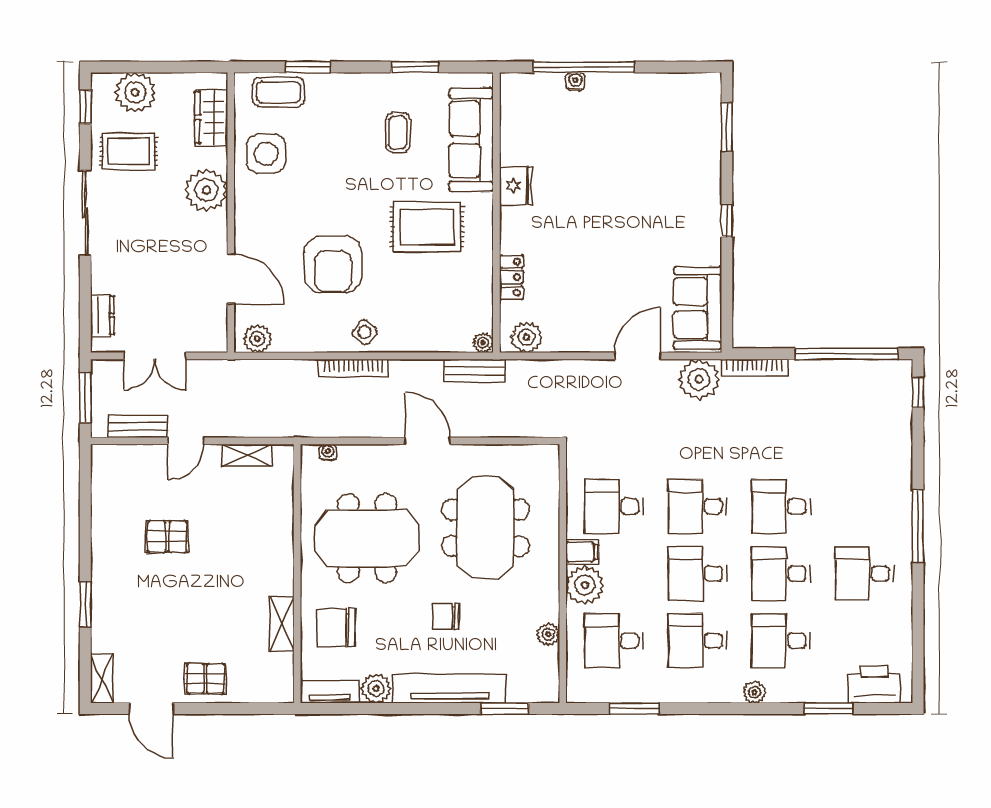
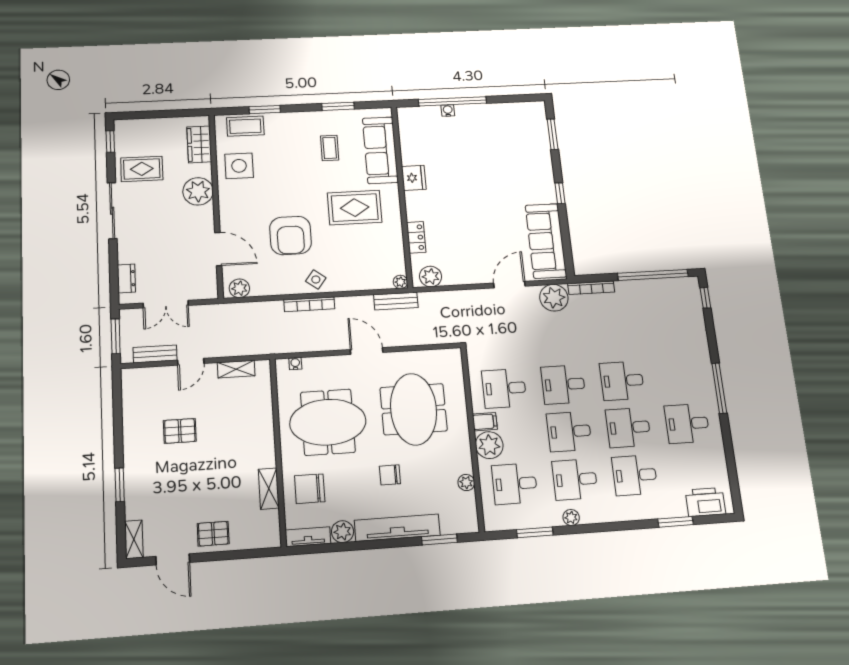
plant: (135, 92) -> (145, 131), removed
sofa: (698, 308) -> (546, 241), width x1.36
plant: (754, 692) -> (571, 517), moved

